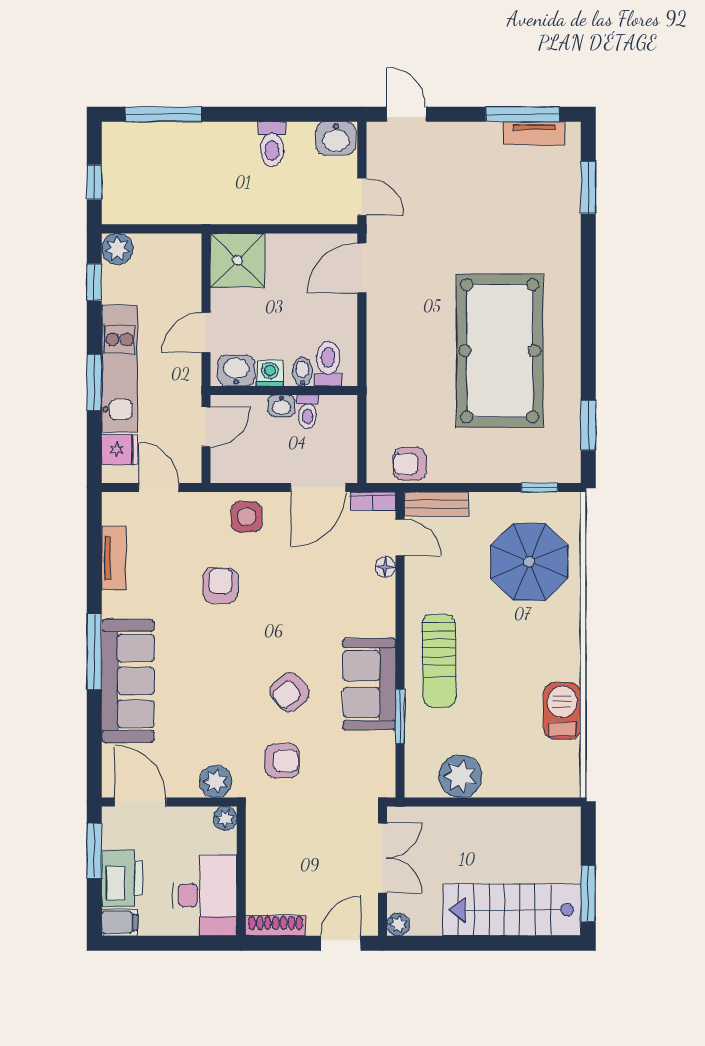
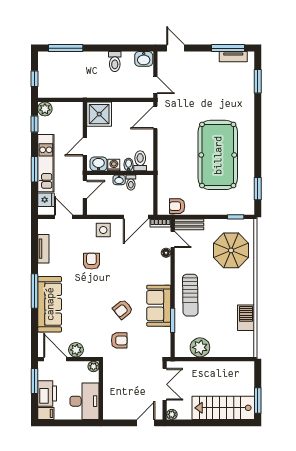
plant: (216, 782) -> (76, 350), moved
shoe rack: (276, 926) -> (116, 415), removed

